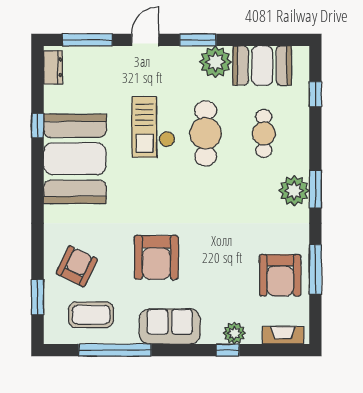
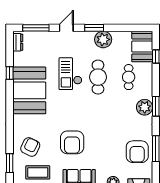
booth: (262, 66) -> (142, 46), moved, turned 90

